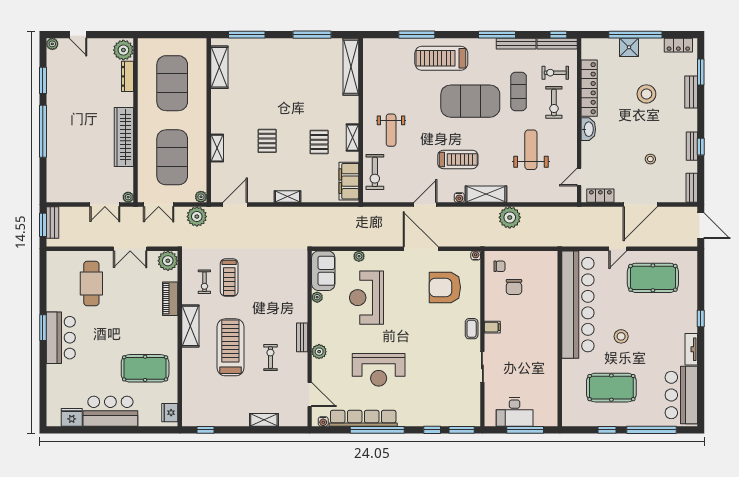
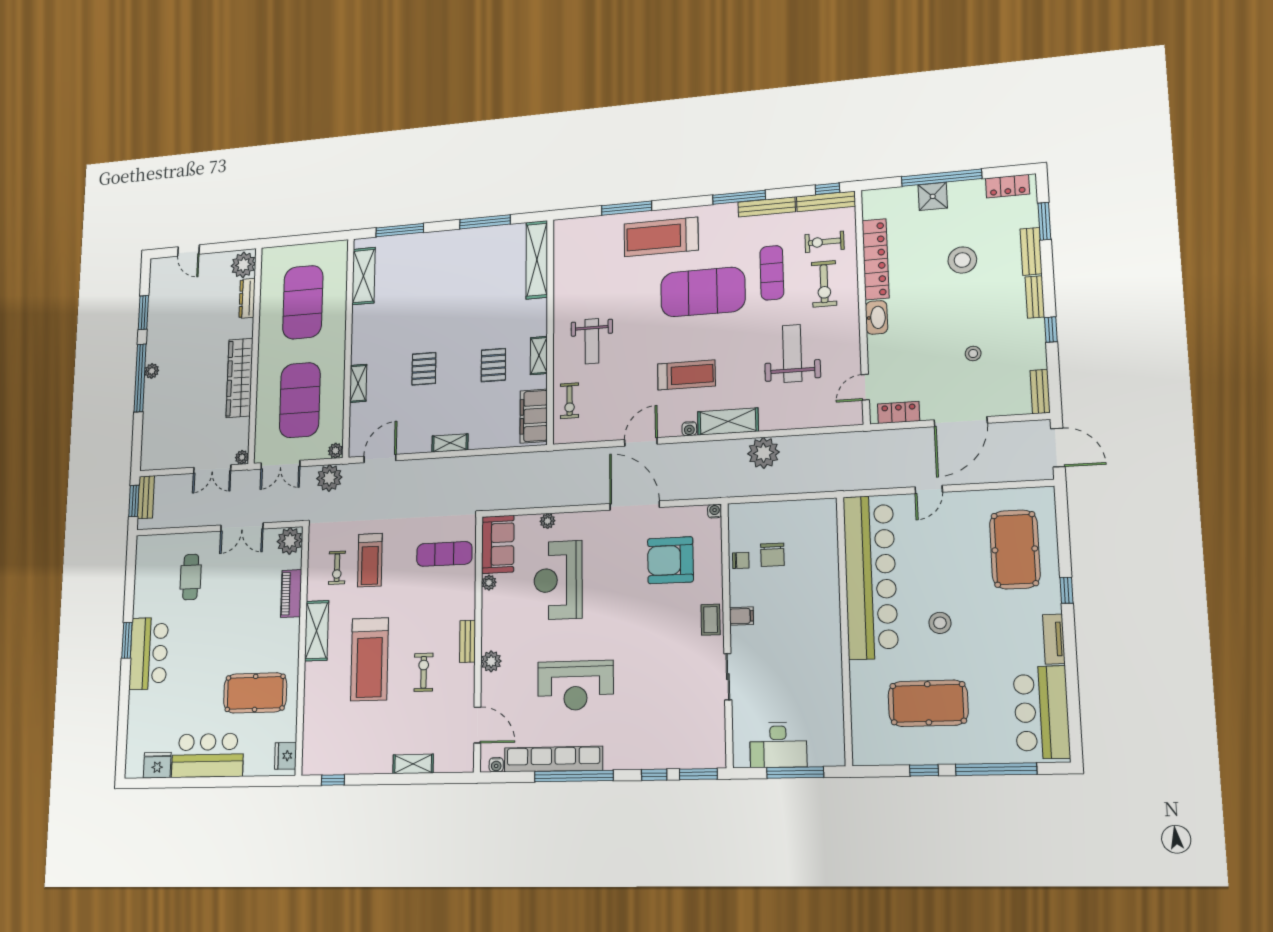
plant: (52, 44) -> (152, 371), moved
bench: (692, 146) -> (1035, 297), moved
exercise bike: (375, 172) -> (570, 401), width x0.73, depth x0.72
chair: (499, 266) -> (741, 560), moved
exercise mat: (284, 276) -> (444, 554), added
pool table: (653, 278) -> (1015, 549), moved, turned 90
cafe table: (91, 283) -> (191, 577), width x0.73, depth x0.74
treadmill: (230, 347) -> (369, 659), turned 180

